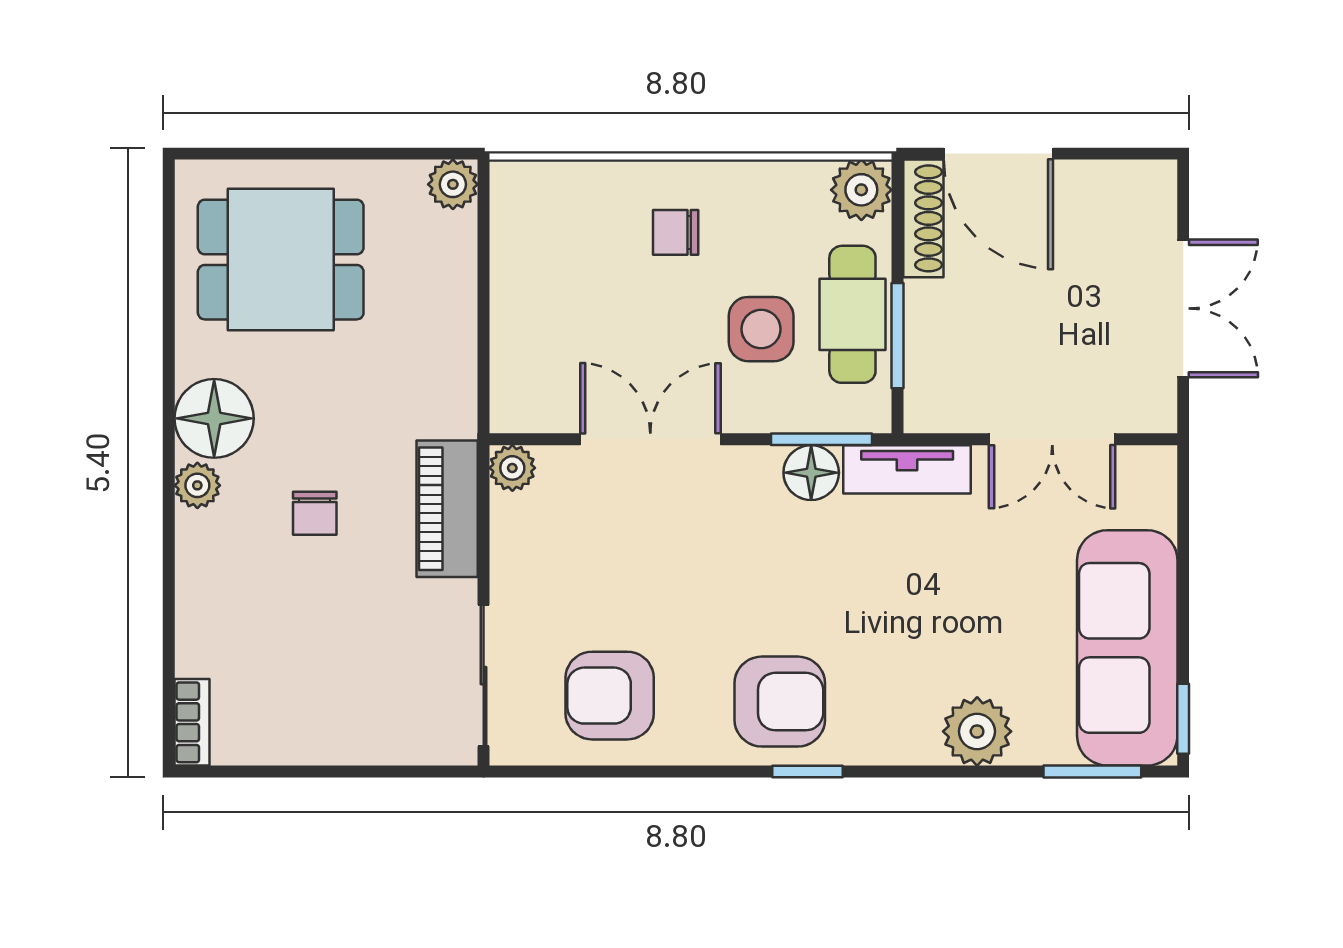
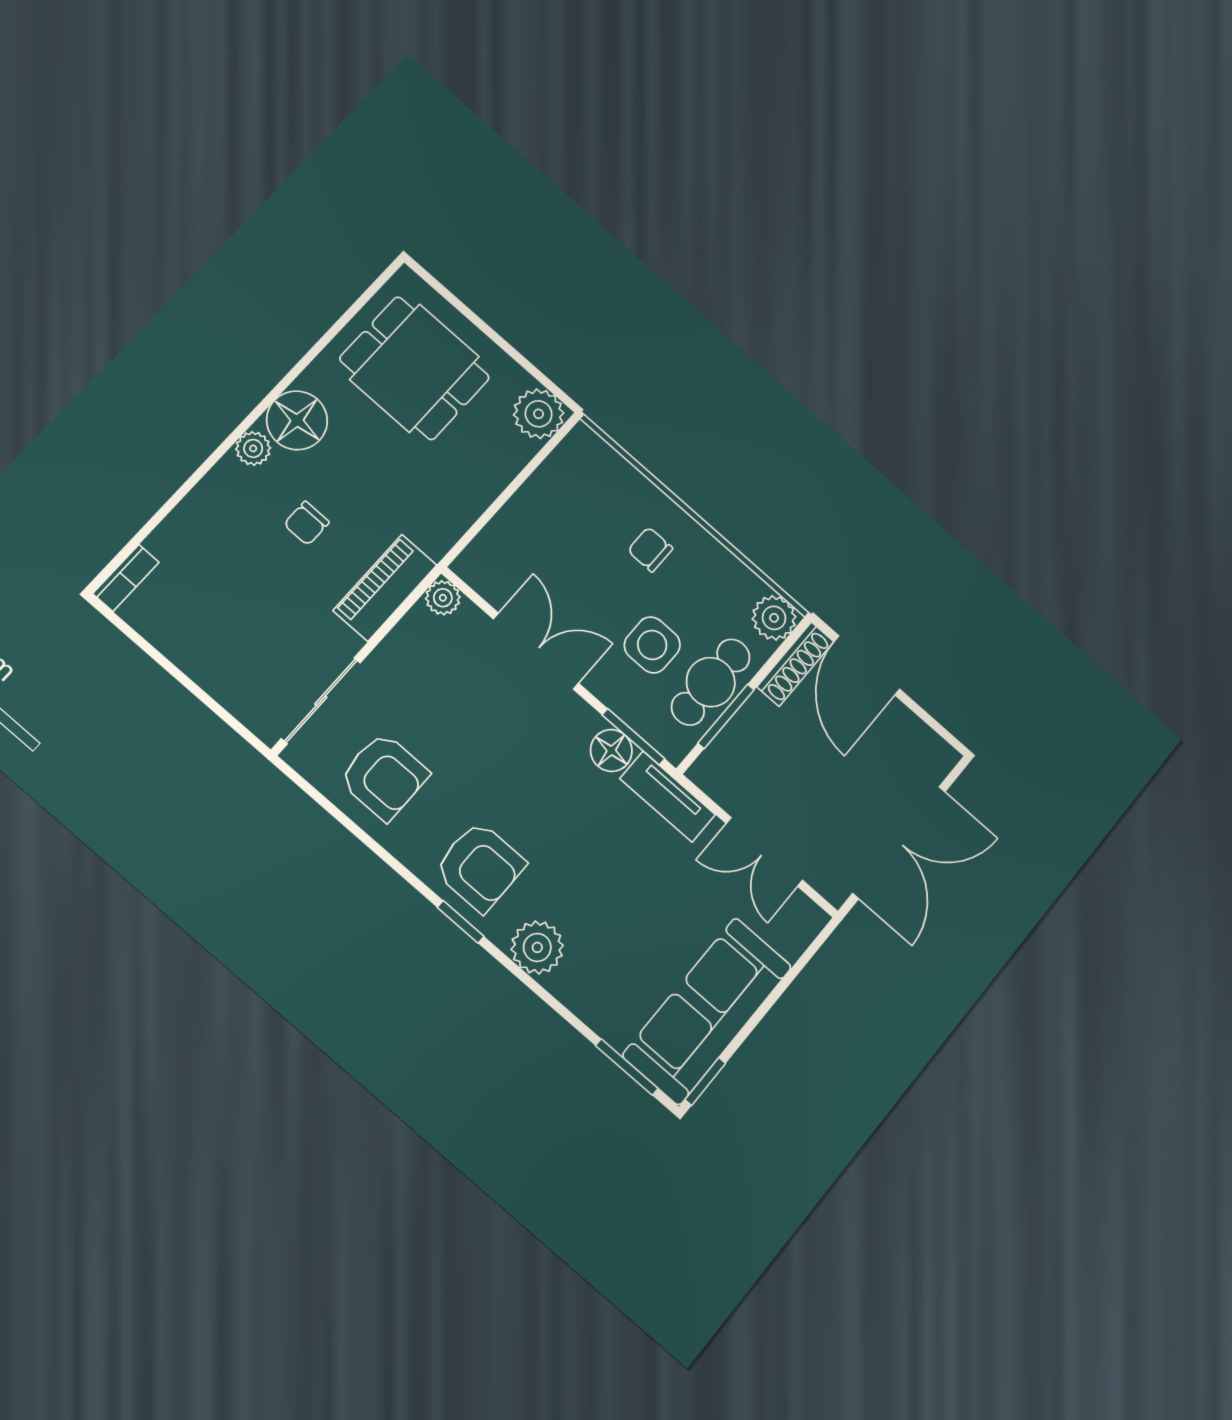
plant: (453, 184) -> (539, 414), width x1.38, depth x1.38
double door: (1183, 308) -> (899, 842), width x1.37
armchair: (610, 696) -> (384, 776), turned 180
plant: (977, 731) -> (537, 947), moved

